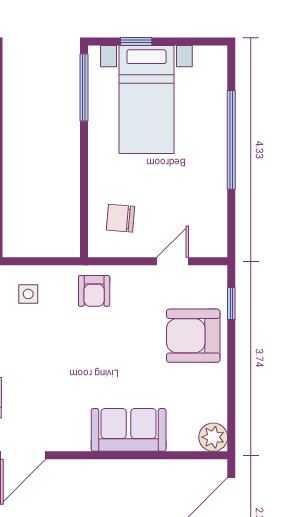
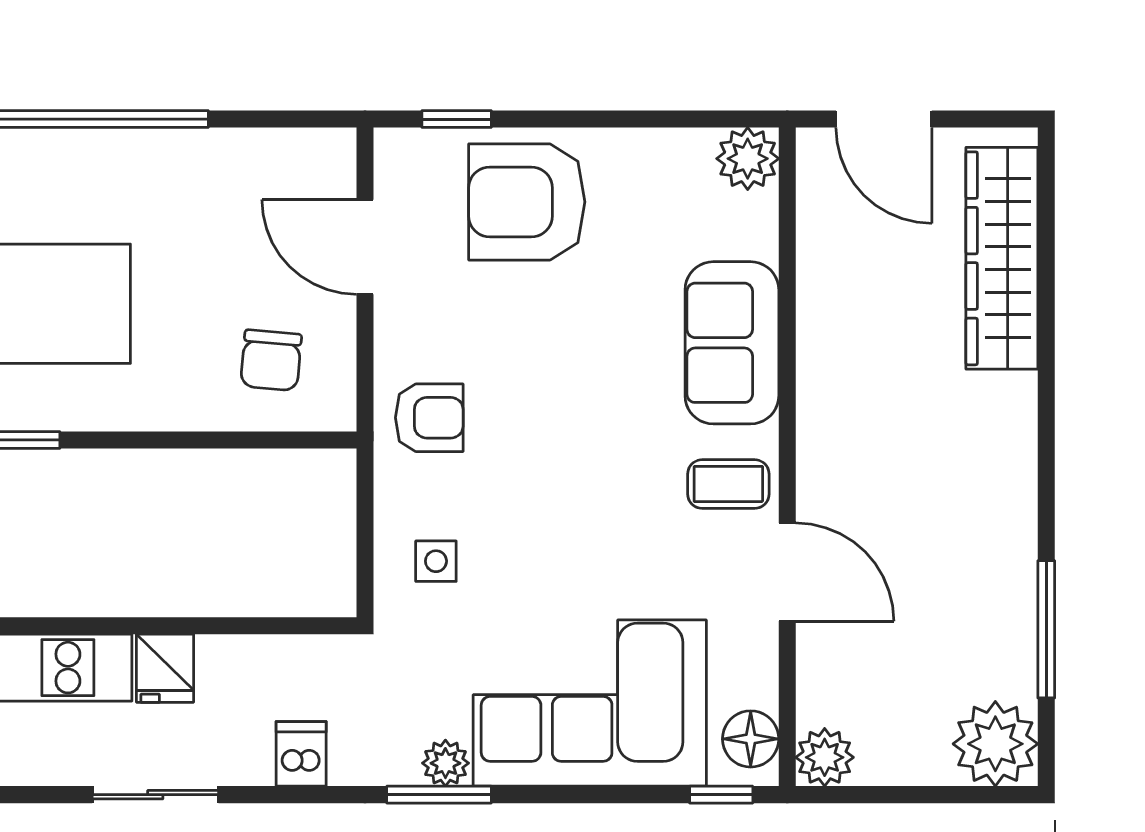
door: (173, 261) -> (365, 247), width x1.38
armchair: (193, 336) -> (527, 202), turned 90
coffee table: (64, 428) -> (728, 484), added

